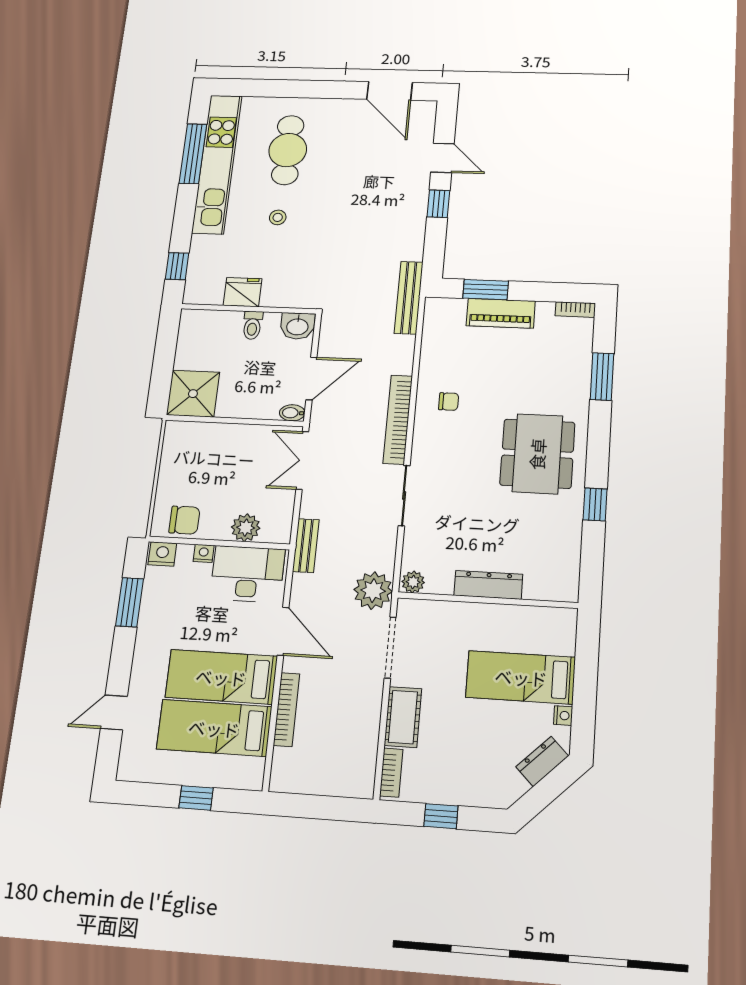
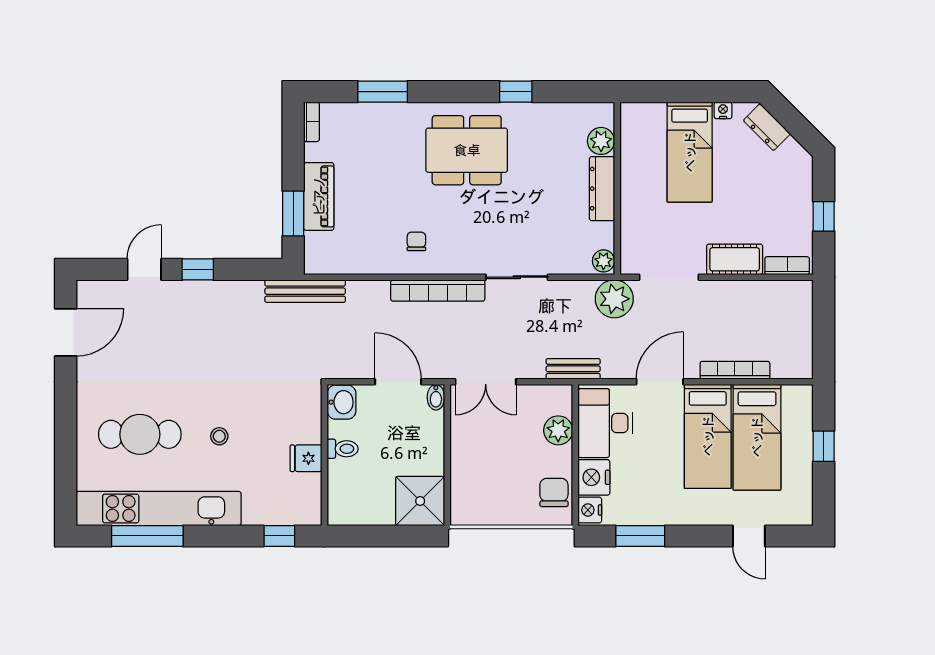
fridge: (243, 292) -> (306, 458), width x0.72
nightstand: (204, 553) -> (594, 477), width x1.89, depth x1.79
plant: (538, 587) -> (601, 141), added

